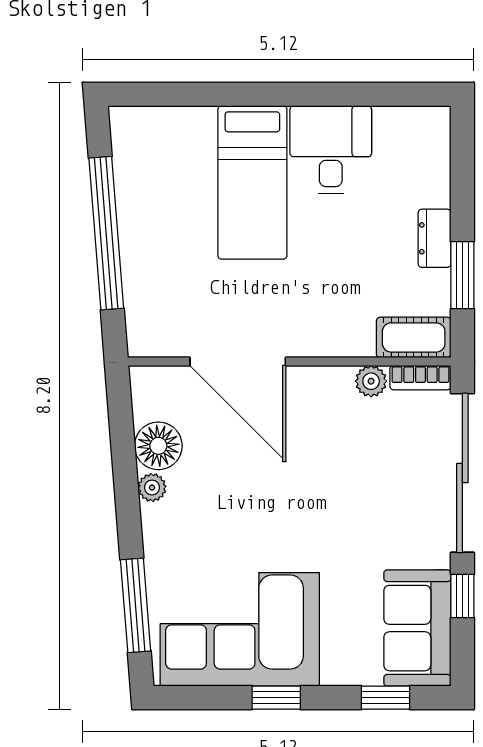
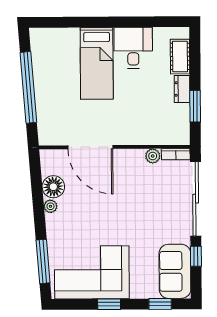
cot: (414, 337) -> (180, 57), moved, turned 90

